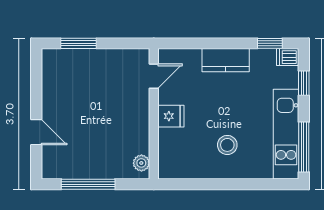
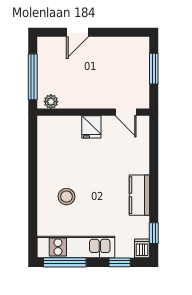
door: (154, 76) -> (126, 112), moved
wall: (154, 114) -> (93, 112), moved
fridge: (171, 116) -> (91, 127), moved
plant: (141, 163) -> (51, 102), moved

